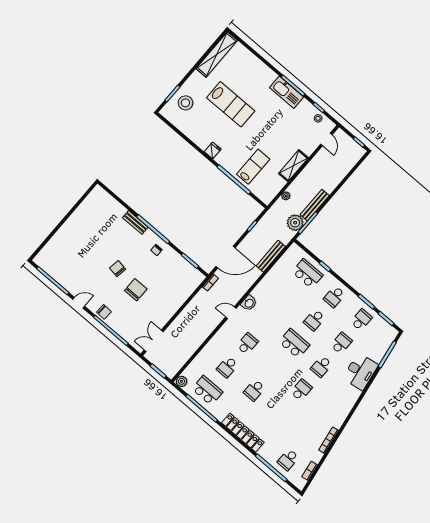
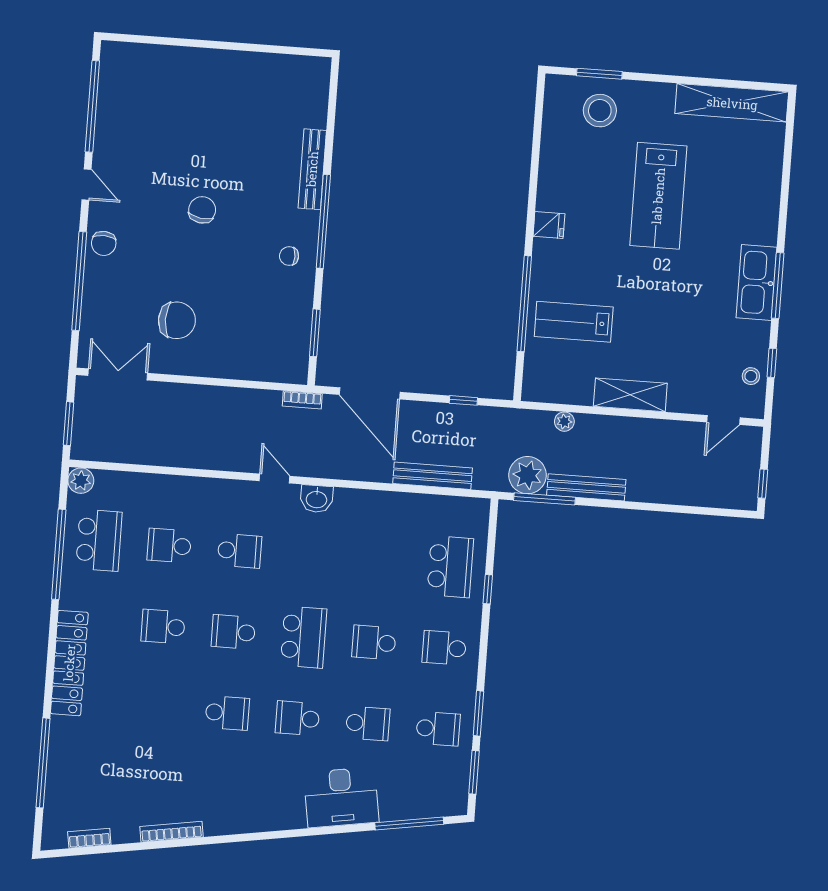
lab bench: (253, 167) -> (574, 322), turned 180
bench: (135, 222) -> (312, 169), width x1.36
chair: (136, 290) -> (177, 320), moved
school desk: (288, 460) -> (233, 632), moved

